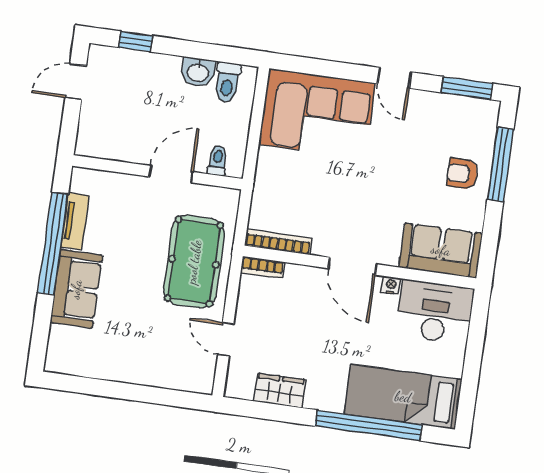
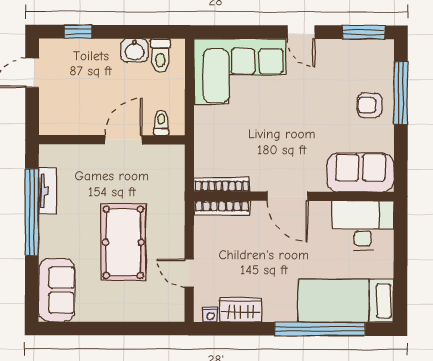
pool table: (194, 262) -> (123, 242), moved
bookcase: (262, 267) -> (222, 208), width x1.56
nightstand: (391, 285) -> (210, 315), moved, turned 180
sofa: (76, 289) -> (57, 290), moved

